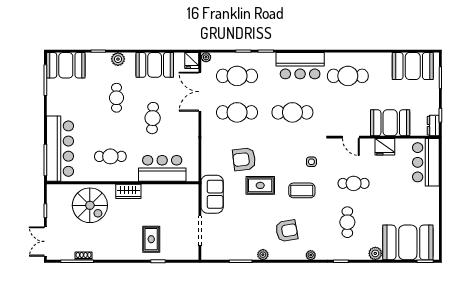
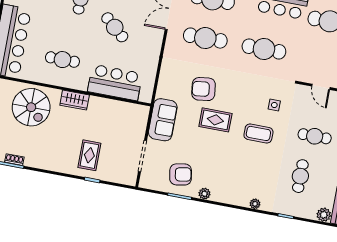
cafe table: (153, 118) -> (115, 27), turned -52
armchair: (287, 231) -> (181, 174), moved

